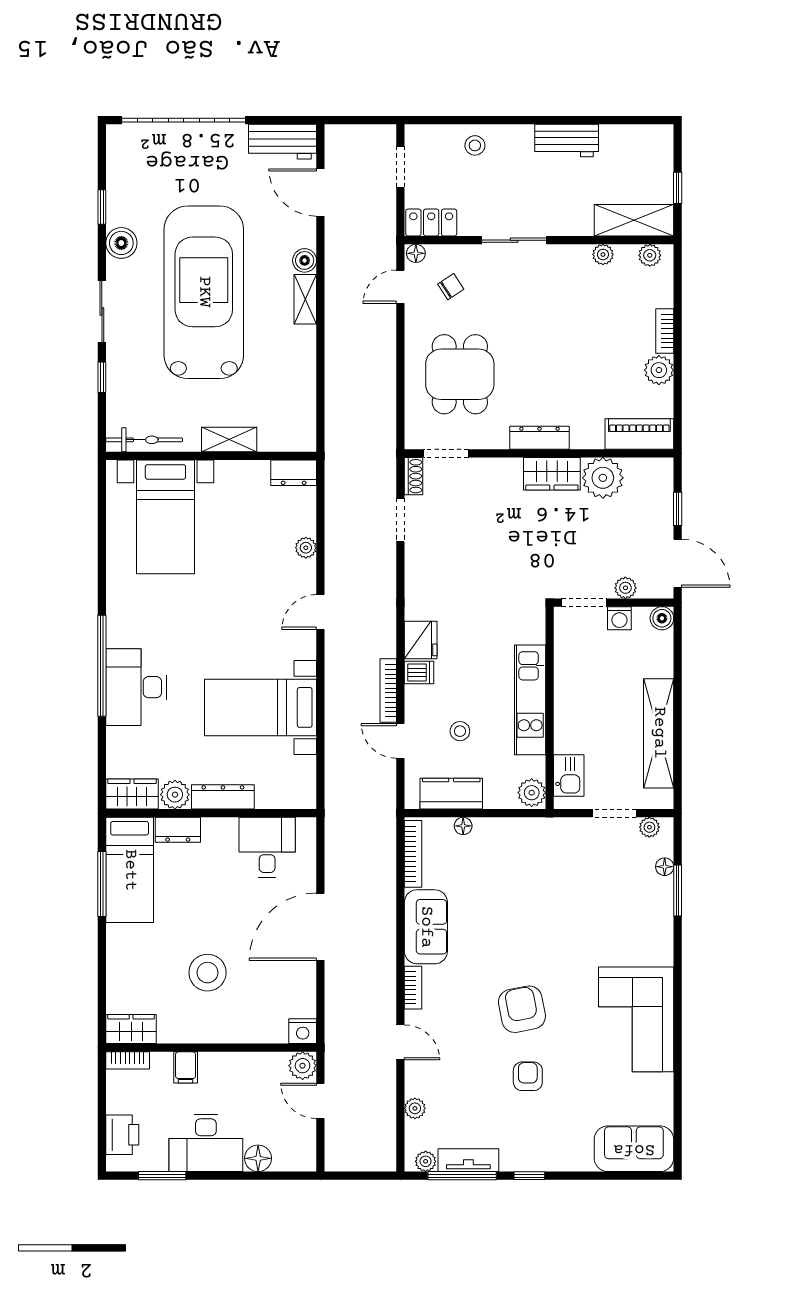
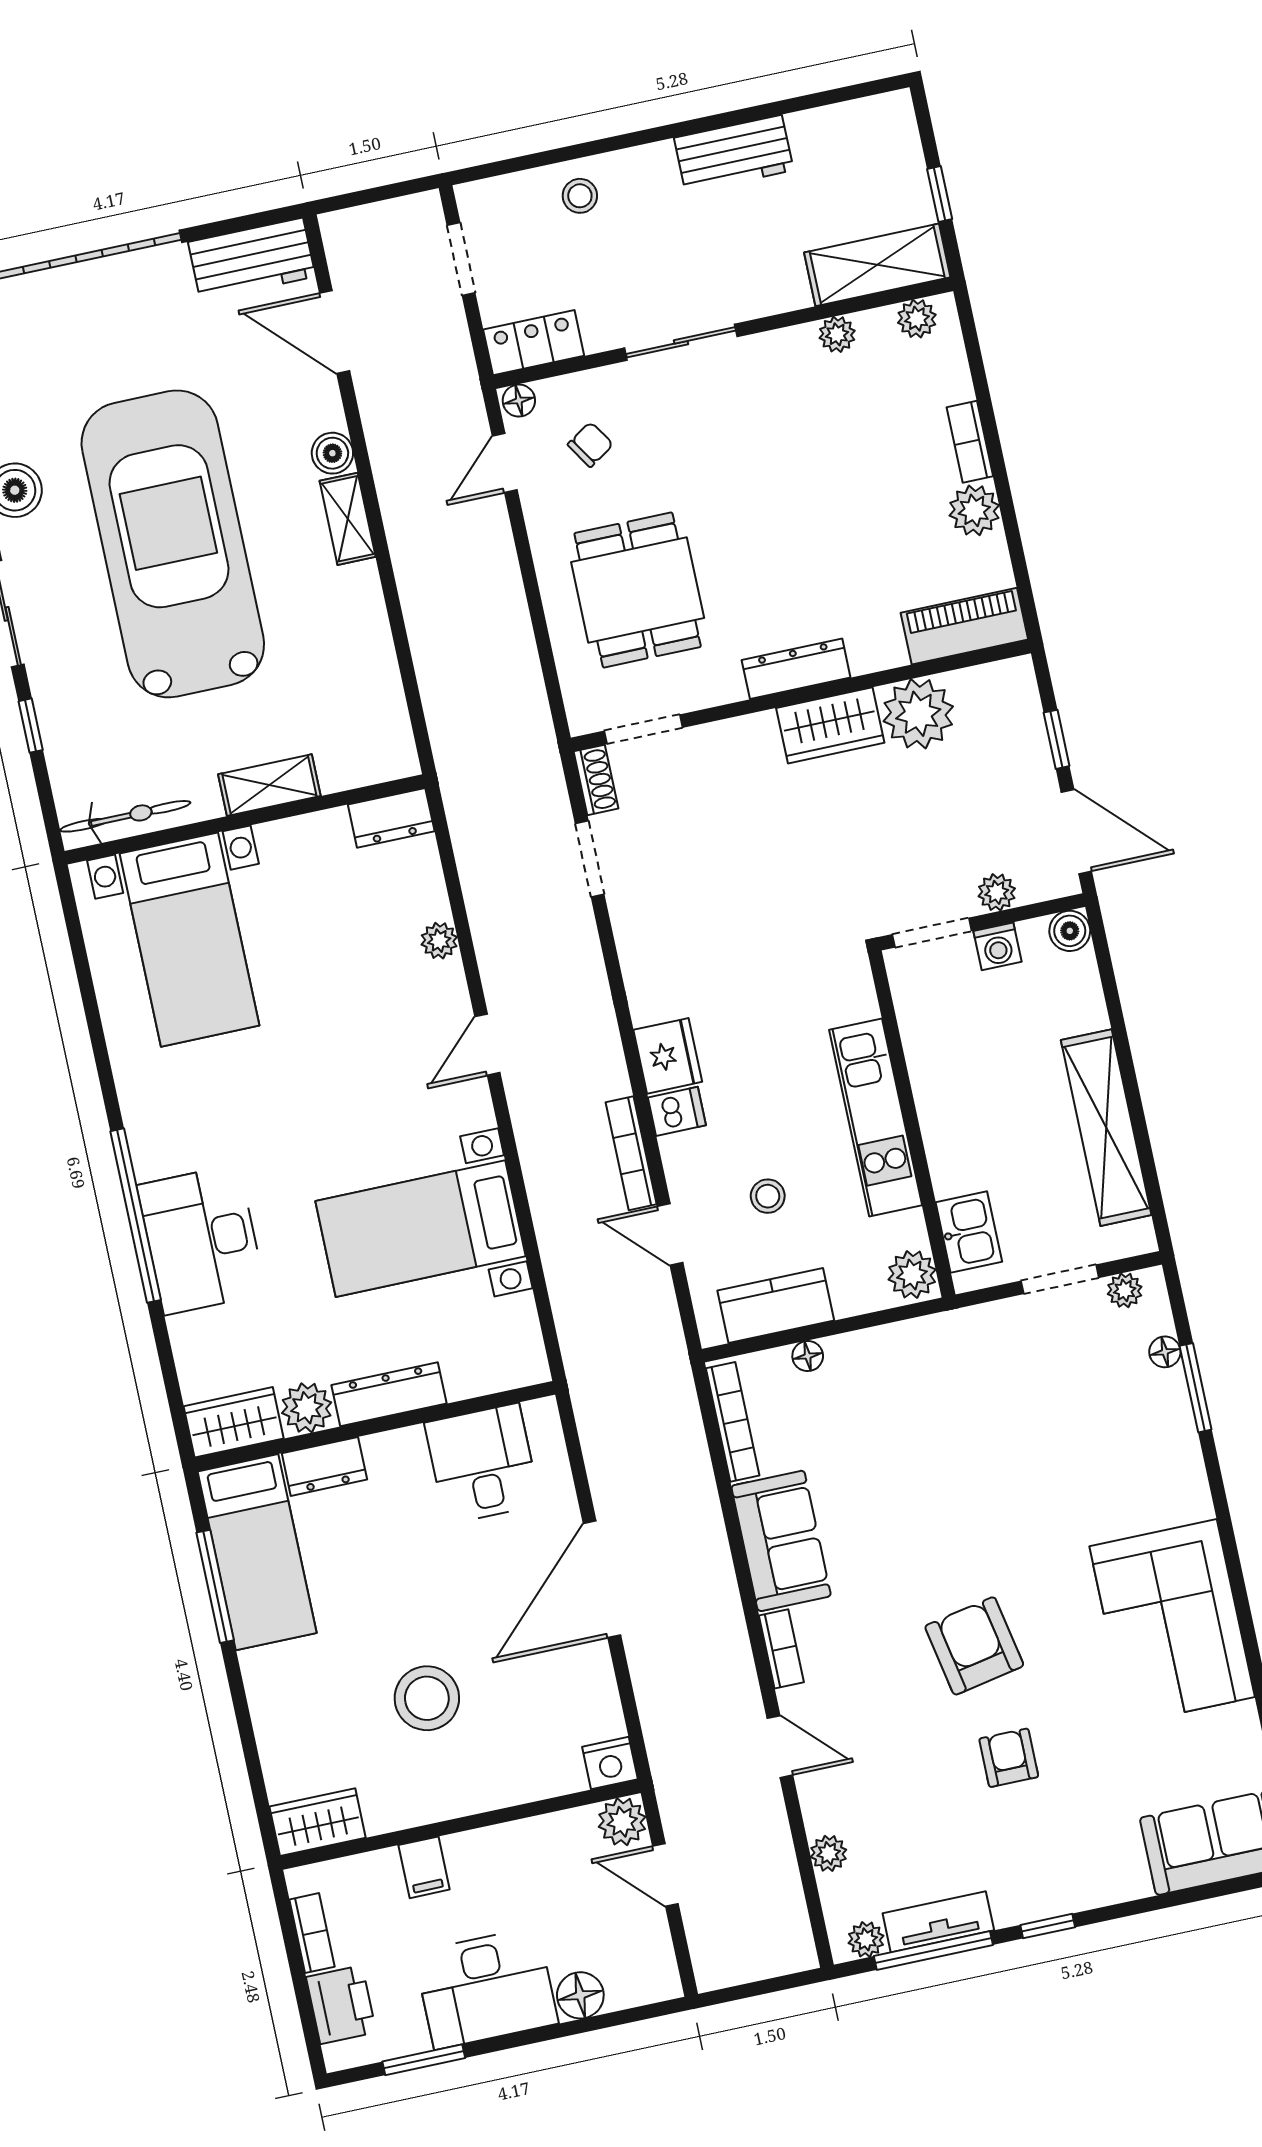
bookcase: (128, 1060) -> (312, 1933), moved, turned -90

